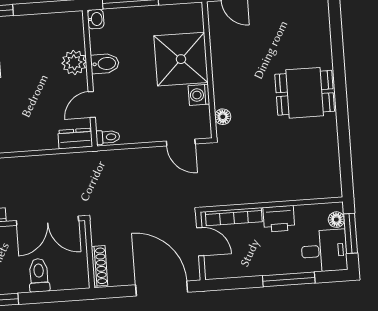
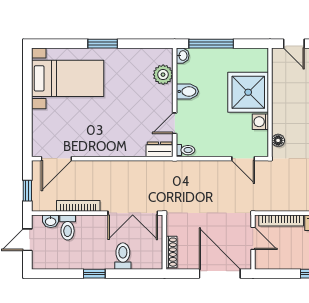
plant: (74, 62) -> (163, 75), moved

